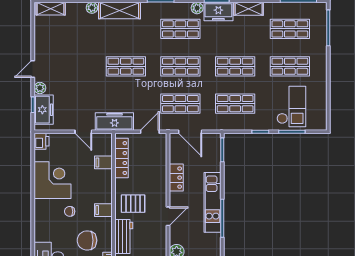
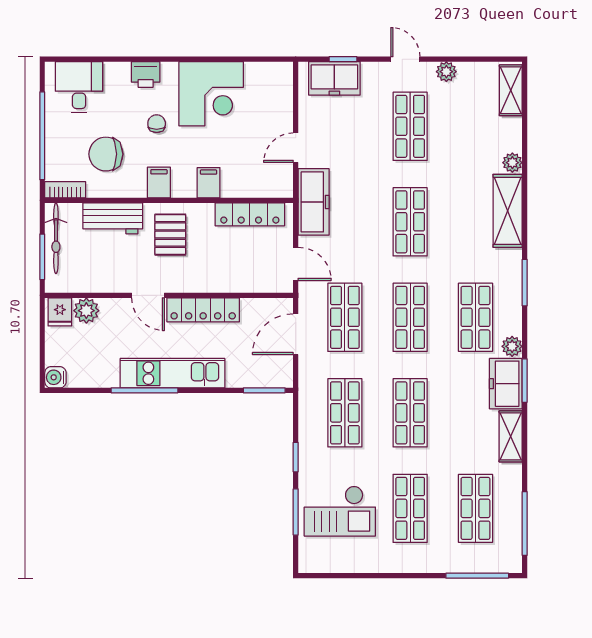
shop shelf: (71, 66) -> (410, 126), added
plant: (40, 88) -> (446, 72), moved
printer: (41, 141) -> (146, 74), moved
filing cabinet: (103, 162) -> (209, 183), moved
locker: (176, 178) -> (203, 310), width x1.53
chair: (87, 240) -> (106, 154), turned -90

